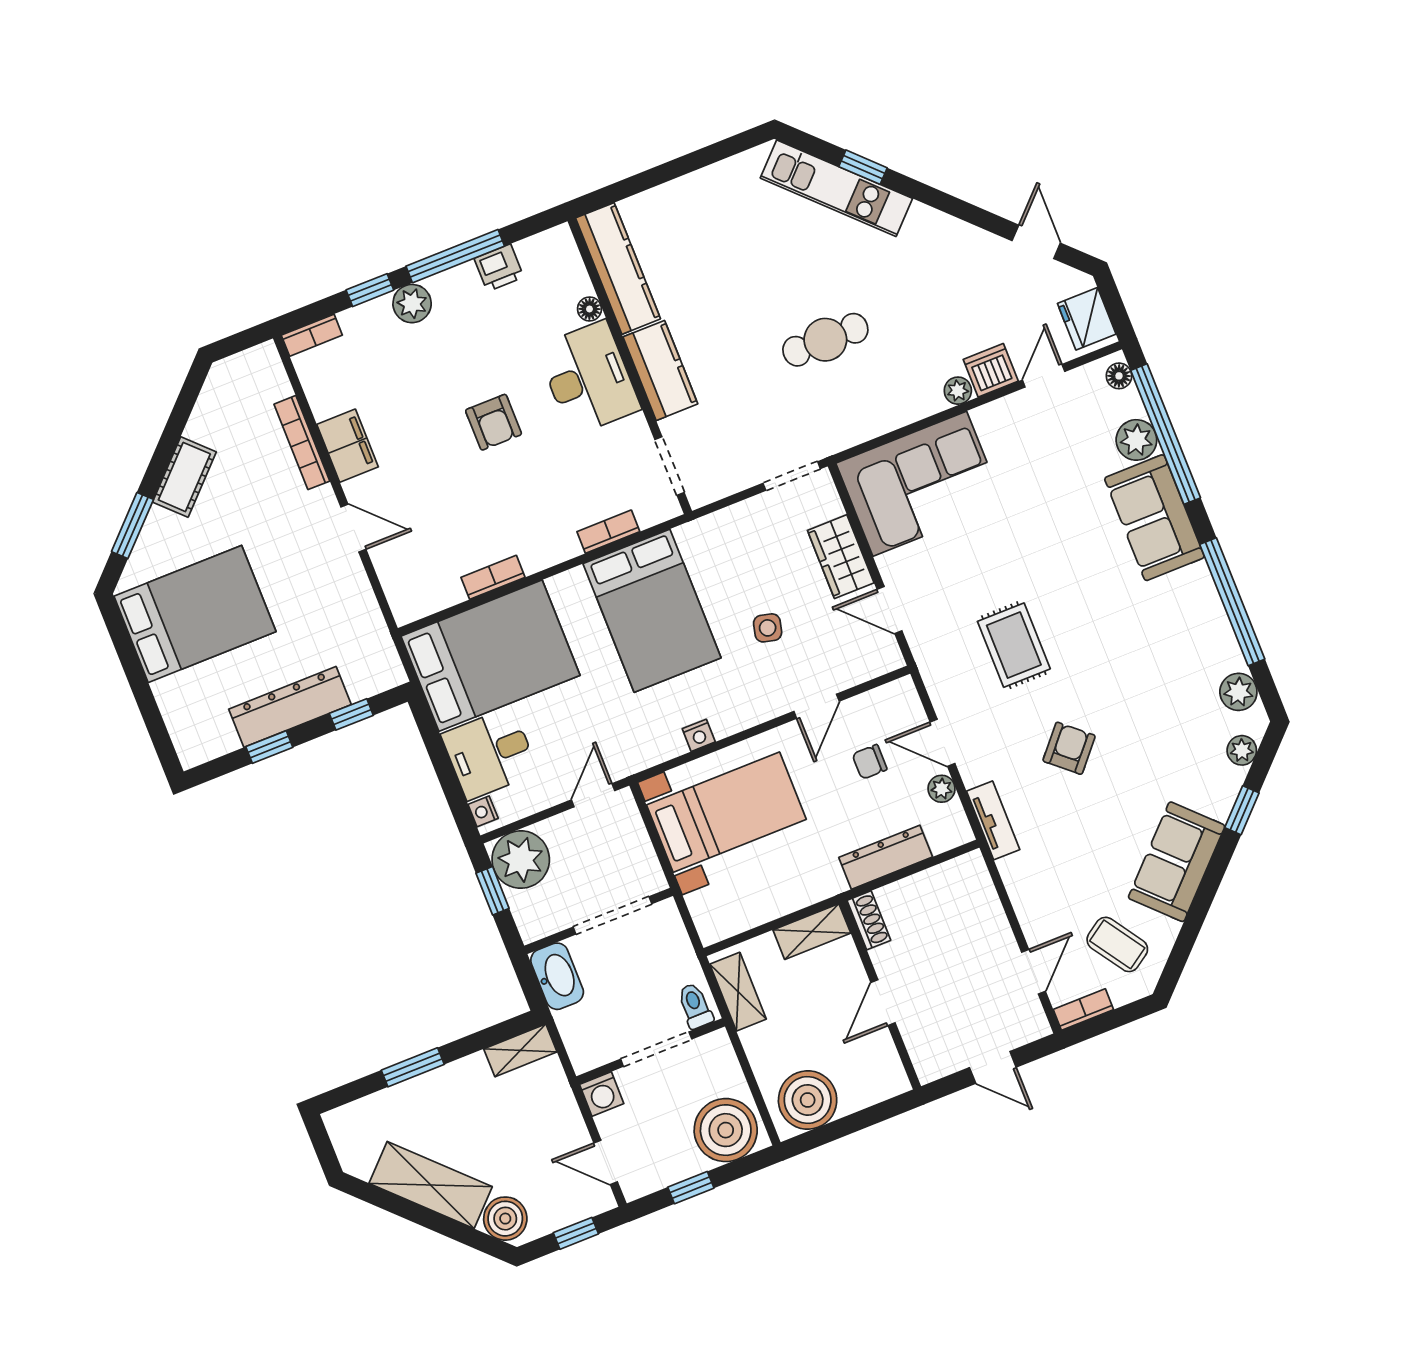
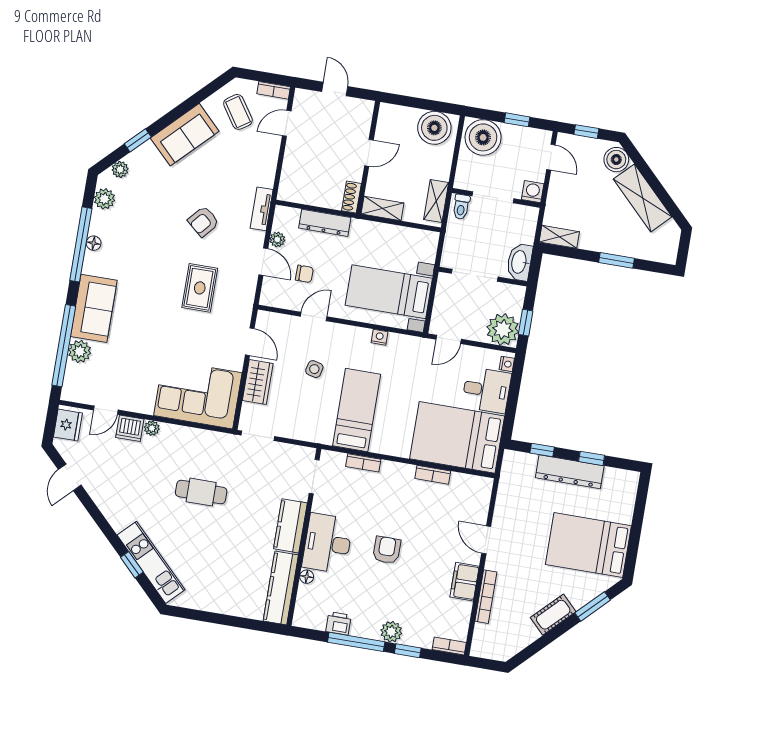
floor lamp: (1119, 376) -> (94, 243), moved
bed: (652, 611) -> (357, 410), width x0.67

